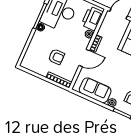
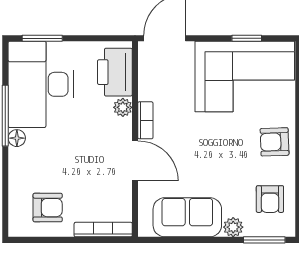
armchair: (56, 57) -> (48, 208), moved
door: (84, 58) -> (135, 161), hinge flipped

